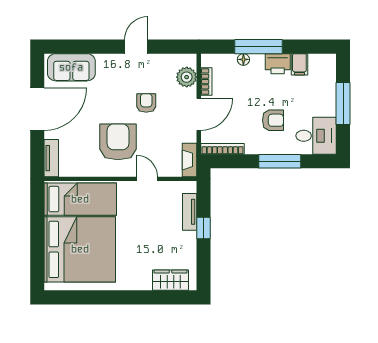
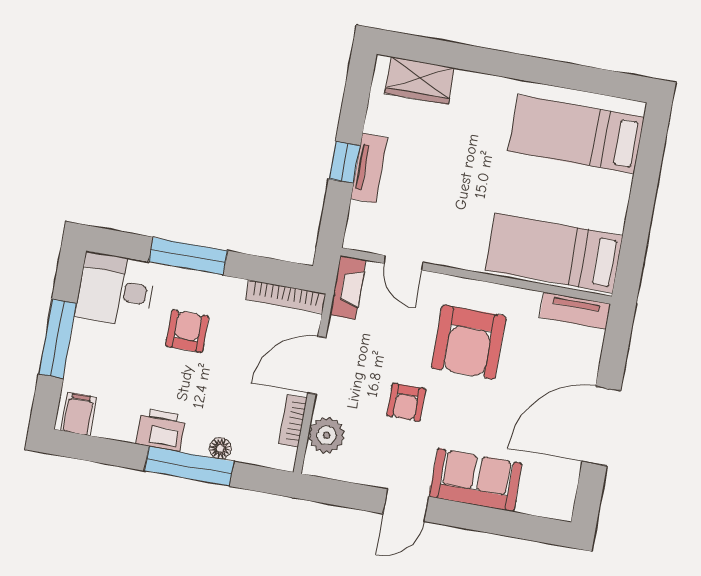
filing cabinet: (299, 64) -> (78, 414), moved
sofa: (71, 67) -> (476, 480), moved
armchair: (273, 120) -> (187, 331), turned 90
tv unit: (51, 158) -> (575, 311), moved, turned -90
door: (147, 179) -> (403, 263), moved
tv unit: (190, 212) -> (369, 168), moved
bed: (80, 249) -> (576, 134), width x0.49

